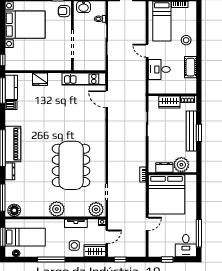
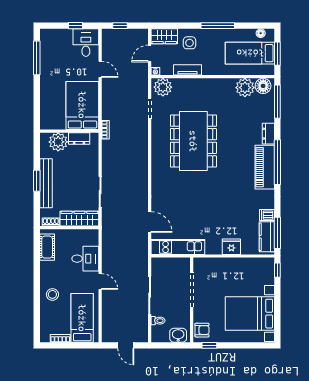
cot: (190, 67) -> (47, 247), moved
wardrobe: (169, 102) -> (79, 219), width x1.50
bed: (166, 194) -> (82, 105), width x0.73
plant: (57, 209) -> (245, 88), moved
door: (147, 224) -> (100, 69), swing flipped
desk: (186, 246) -> (86, 43), moved
window: (120, 260) -> (120, 26), moved

